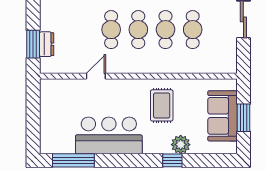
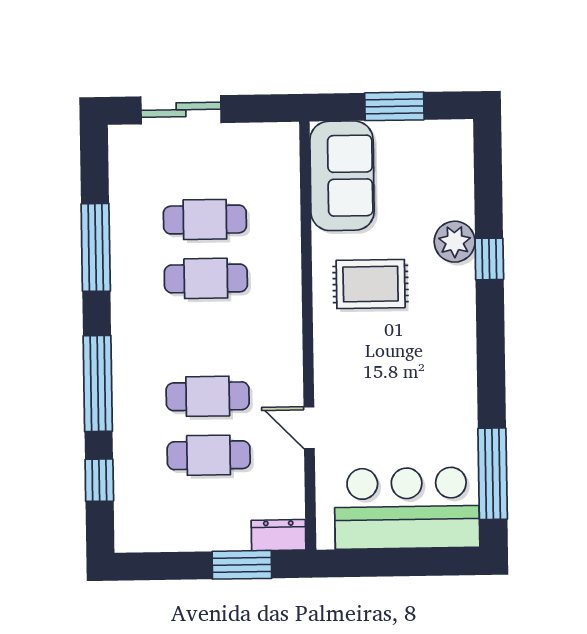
cafe table: (138, 30) -> (209, 455), moved
dresser: (47, 44) -> (278, 535), moved
sofa: (222, 116) -> (342, 176), moved, turned -90
bar counter: (109, 135) -> (407, 508), moved, turned 90

